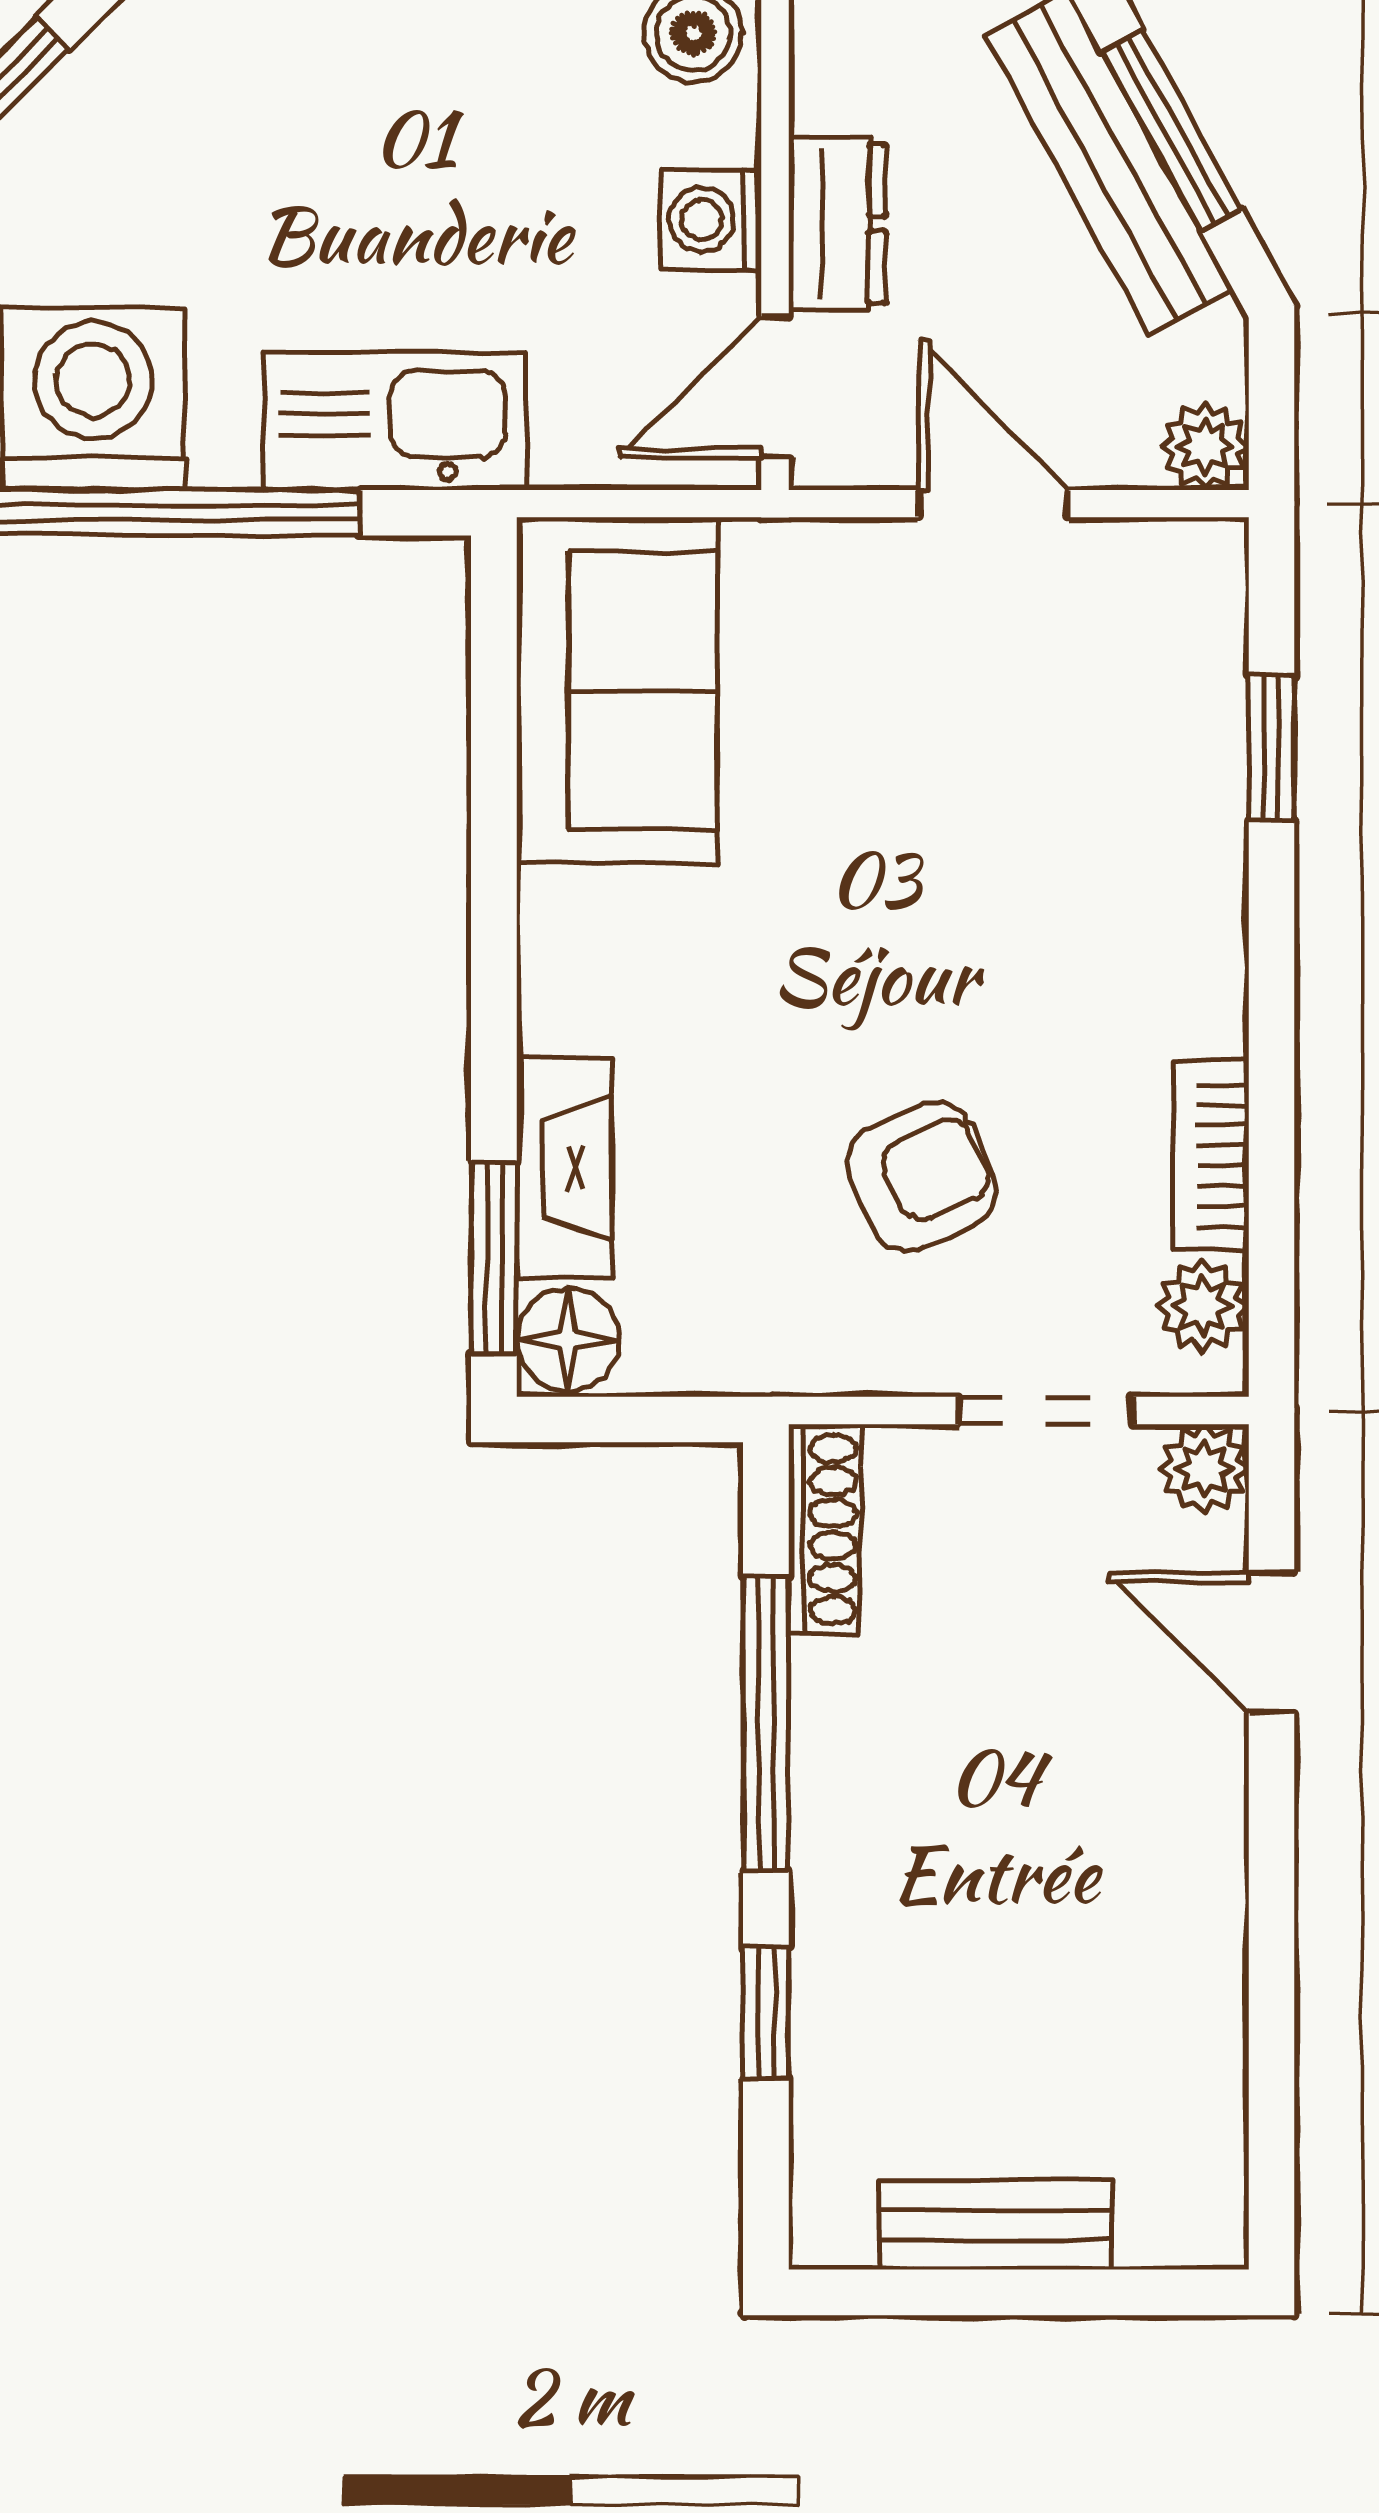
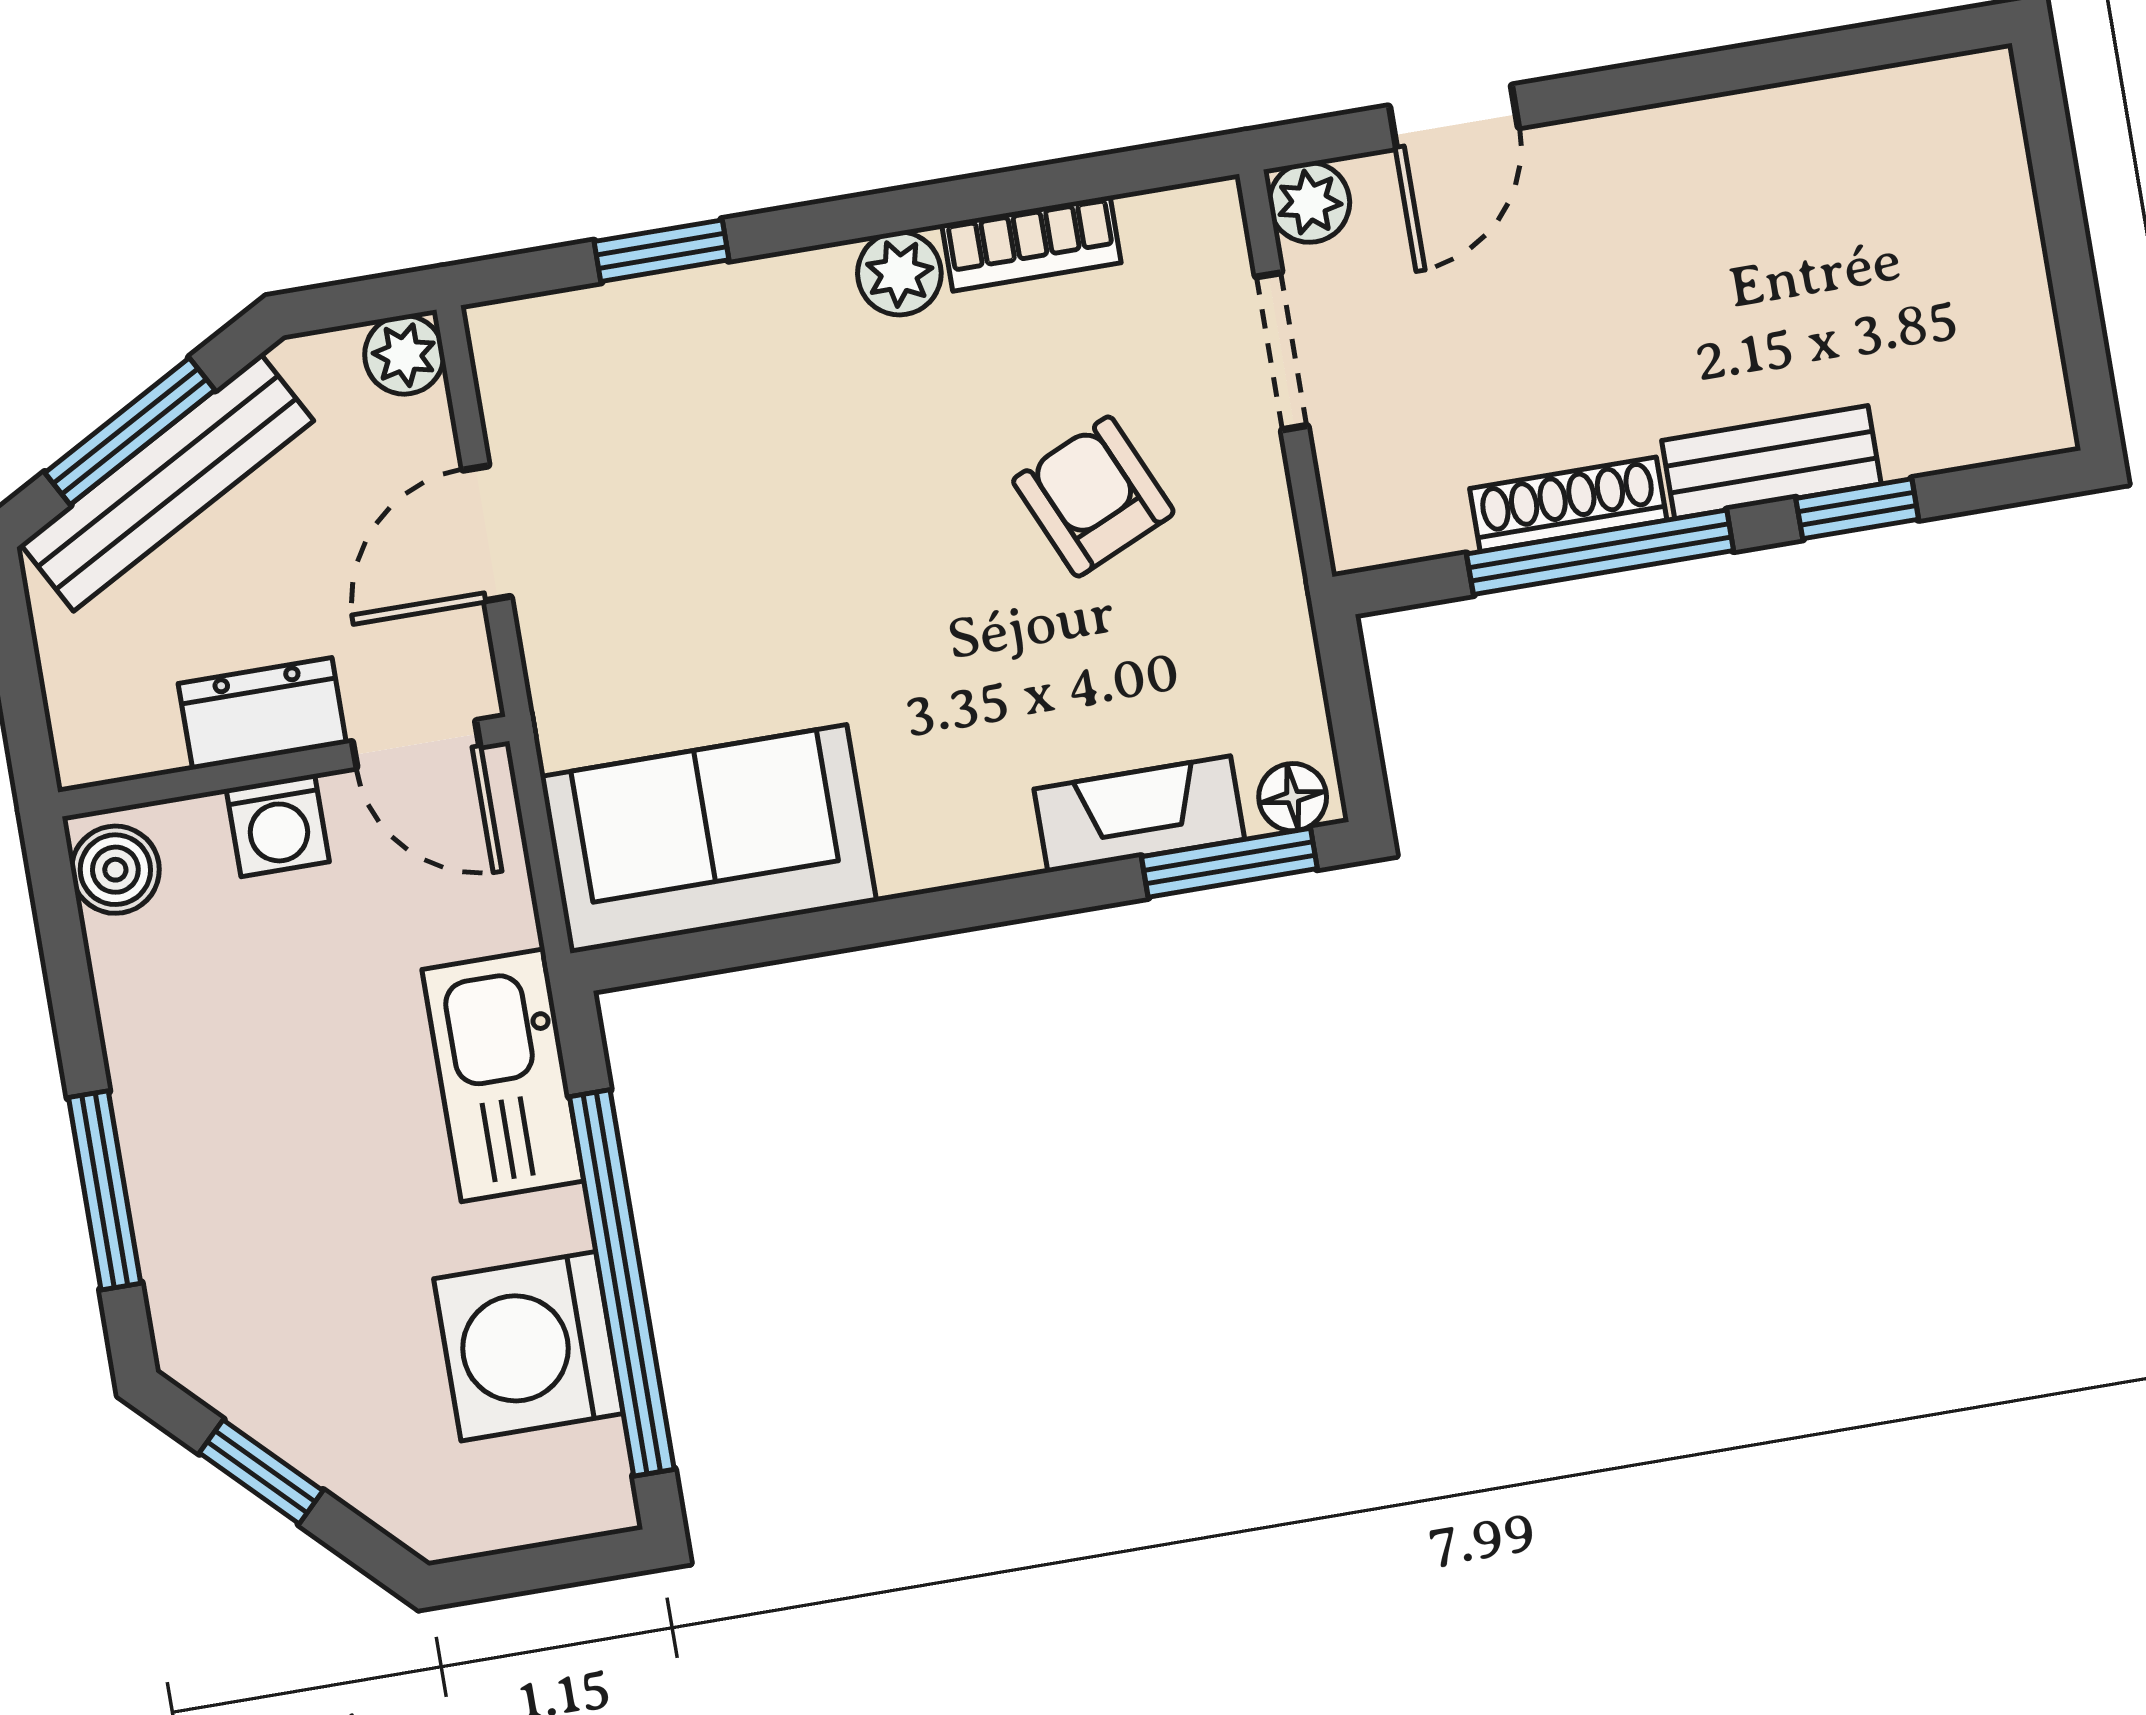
plant: (1202, 1306) -> (899, 273), moved
floor lamp: (568, 1340) -> (1293, 797), width x0.73, depth x0.73
shoe rack: (824, 1529) -> (1568, 504), moved
bench: (995, 2225) -> (1771, 462), moved, turned 90

